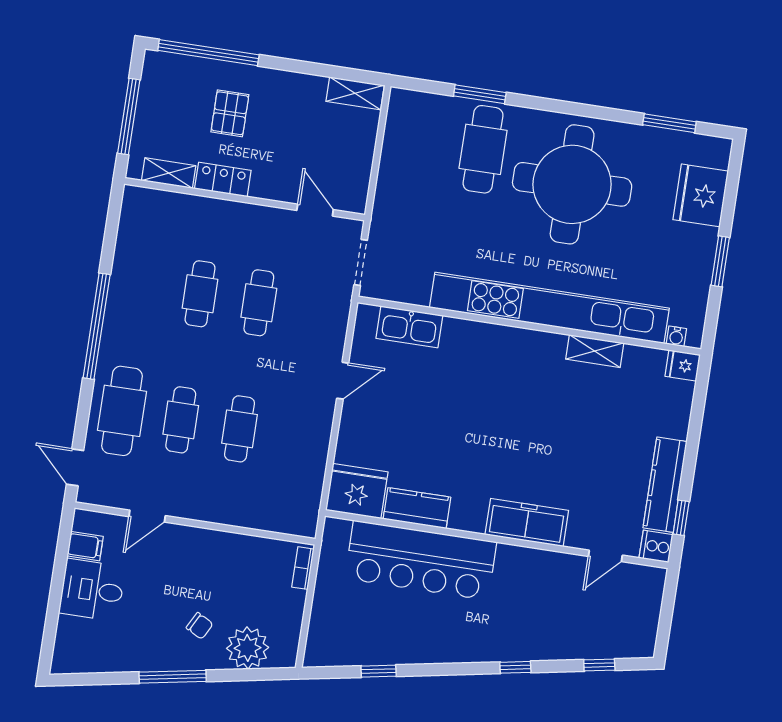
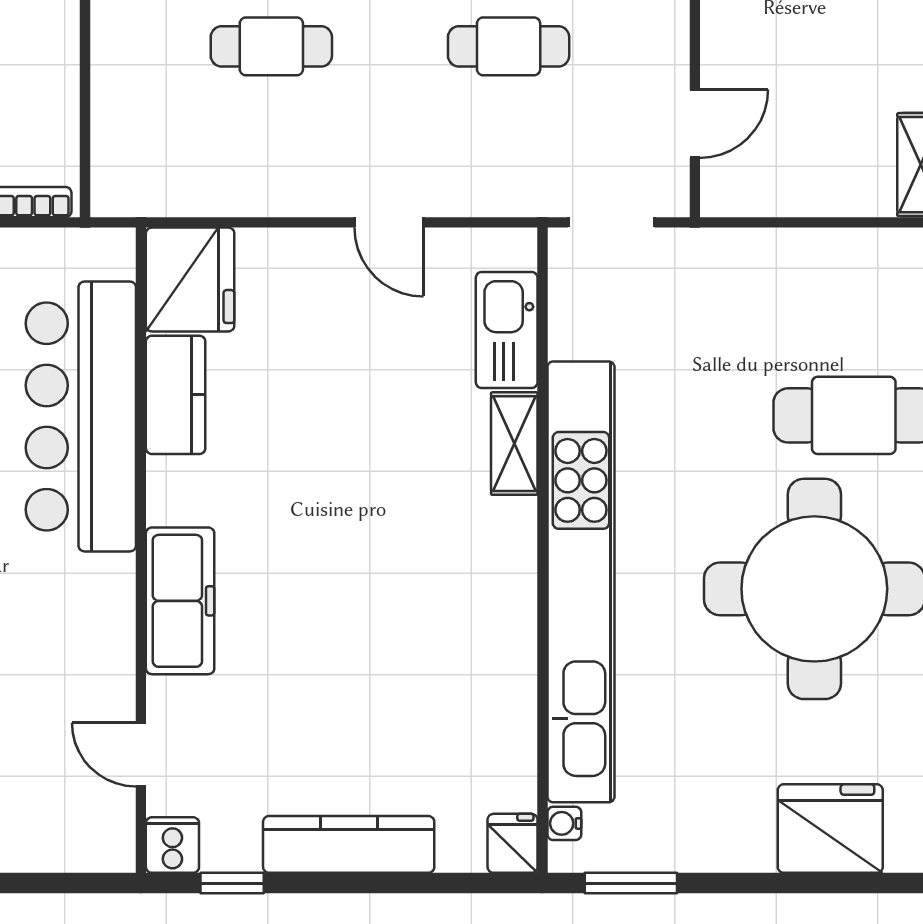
window: (720, 261) -> (631, 883), moved
shelving: (595, 351) -> (514, 444), moved
kitchen counter: (665, 485) -> (349, 844), moved

